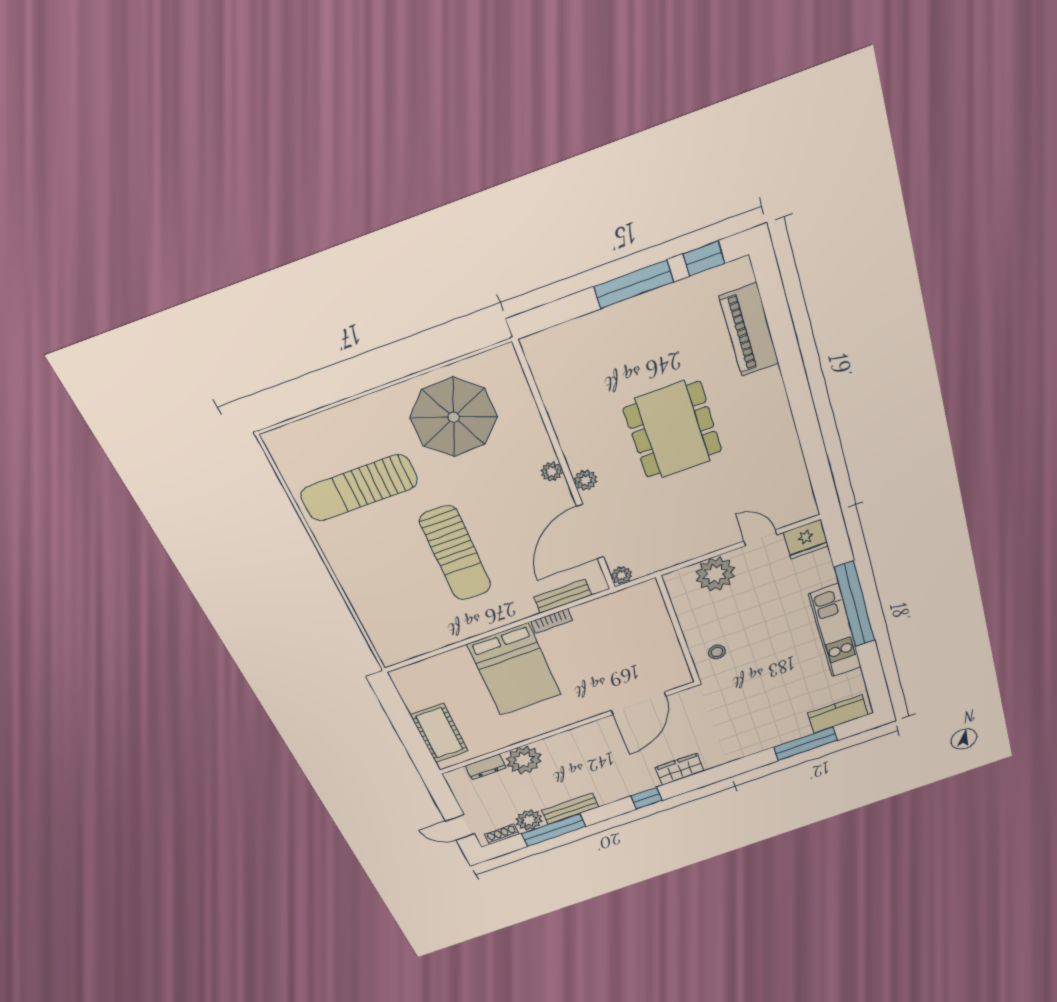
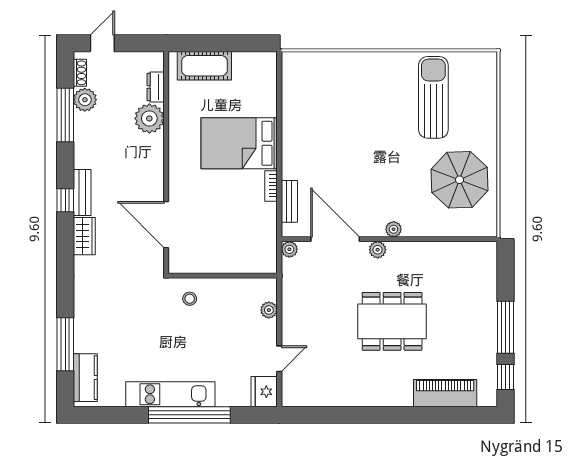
sun lounger: (456, 553) -> (356, 140), removed
plant: (715, 574) -> (269, 310), width x0.53, depth x0.53
bench: (570, 809) -> (82, 193), moved

